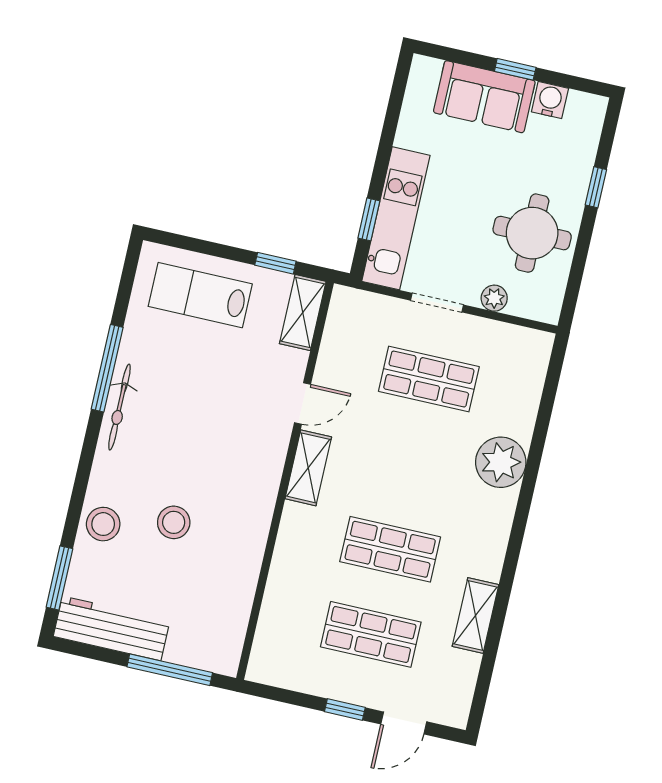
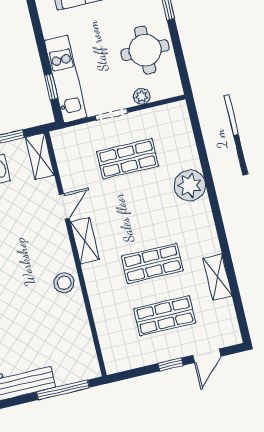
stool: (174, 522) -> (64, 283), moved

